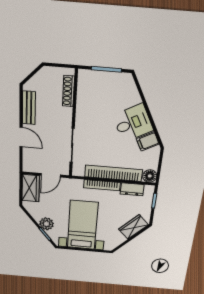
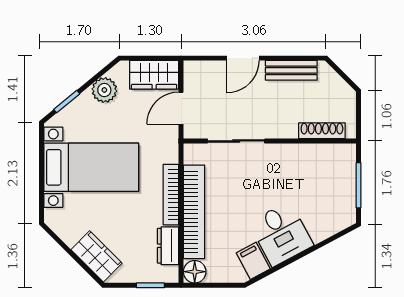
door: (51, 175) -> (181, 108), hinge flipped
plant: (46, 224) -> (104, 90), moved

